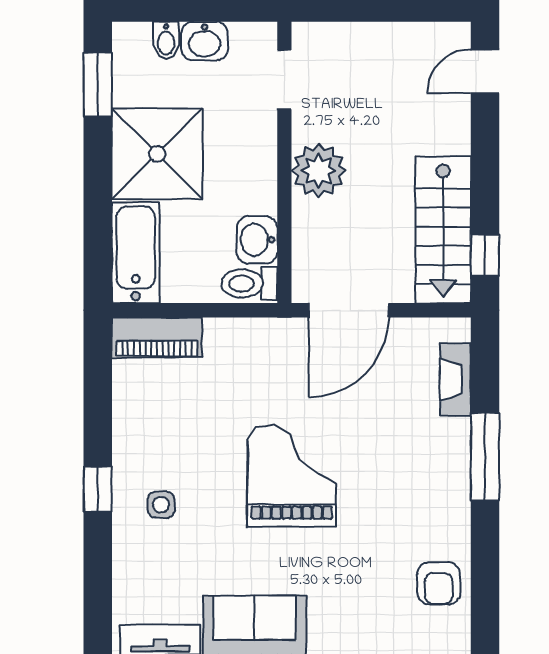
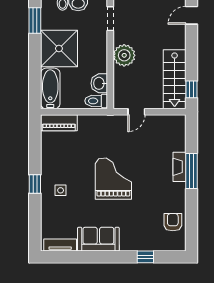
door: (349, 310) -> (136, 112), width x0.53
fireplace: (455, 379) -> (179, 167), moved
armchair: (439, 583) -> (173, 222), turned 180

